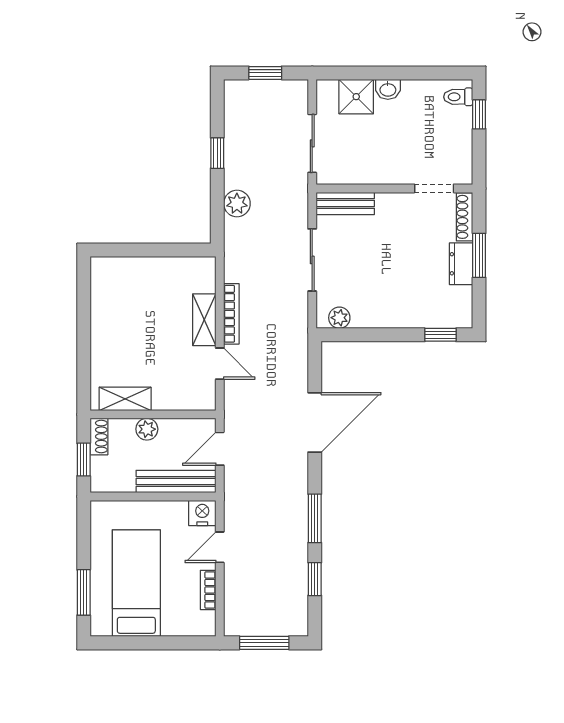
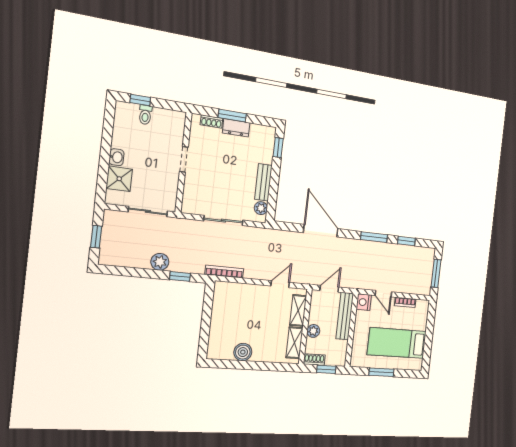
toilet: (458, 97) -> (145, 115), moved
window: (217, 153) -> (180, 276), moved
doorway: (434, 188) -> (184, 159), moved
bench: (345, 203) -> (263, 182), moved
plant: (237, 204) -> (160, 262), moved
shoe rack: (464, 217) -> (211, 122), width x0.70
bookcase: (231, 314) -> (224, 272), moved
boiler: (105, 315) -> (243, 352), added
shelving: (204, 320) -> (298, 310), moved, turned 90
door: (220, 449) -> (329, 289), swing flipped
window: (84, 592) -> (381, 372), moved

